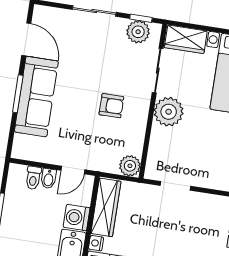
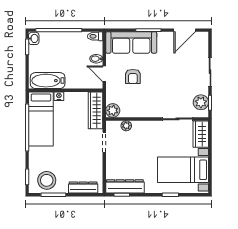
sofa: (36, 97) -> (131, 43), moved
armchair: (111, 106) -> (133, 77), moved
plant: (169, 112) -> (126, 126), moved, width x0.53, depth x0.53
toilet: (33, 178) -> (95, 36), moved
wardrobe: (106, 207) -> (95, 110), moved, turned 90
washing machine: (76, 217) -> (74, 81), removed

